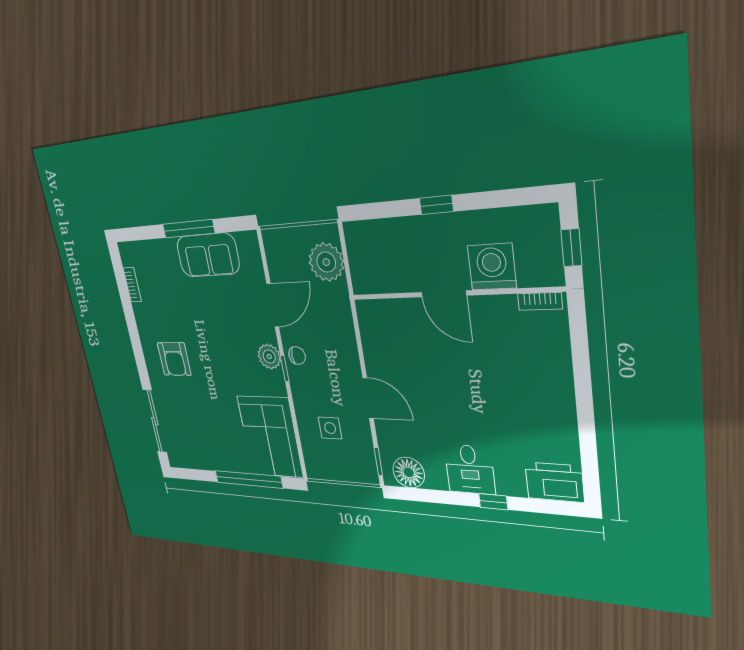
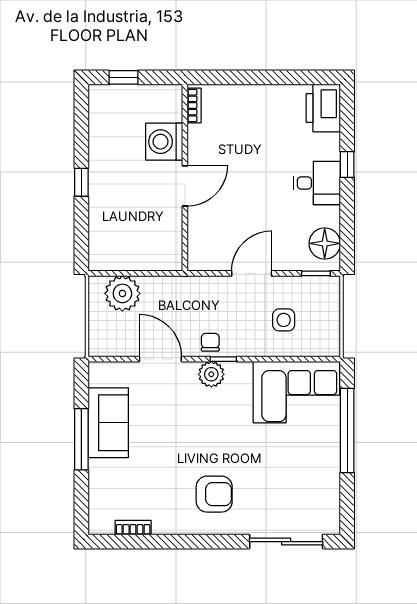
washing machine: (492, 267) -> (164, 142), moved
wall: (453, 293) -> (185, 178), moved
door: (444, 294) -> (185, 186), moved
bookcase: (540, 301) -> (194, 105), moved

